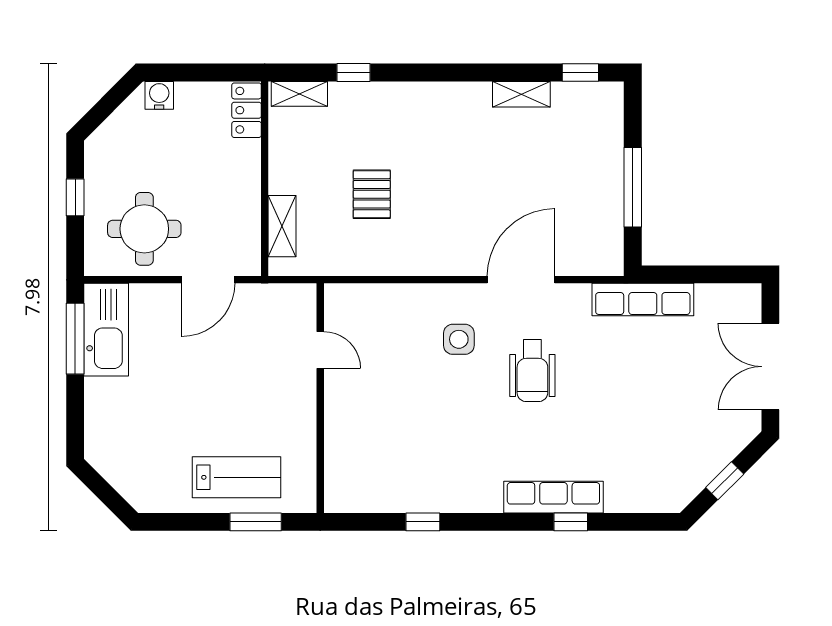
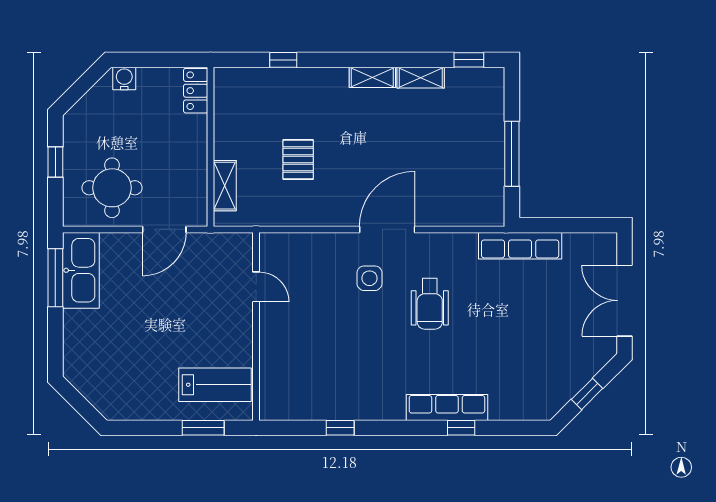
shelving: (299, 94) -> (372, 77), moved
door: (521, 280) -> (387, 229), moved
lab bench: (236, 477) -> (215, 385), moved

